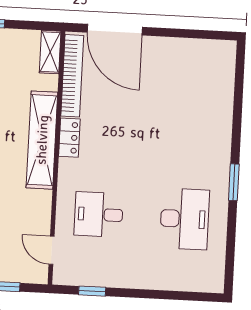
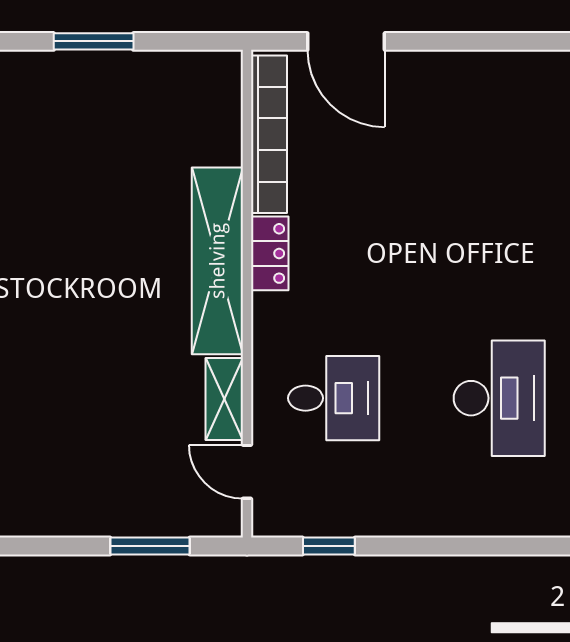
door: (115, 30) -> (346, 41), width x0.73
shelving: (50, 52) -> (224, 399), moved
desk: (99, 214) -> (334, 398), turned 180

